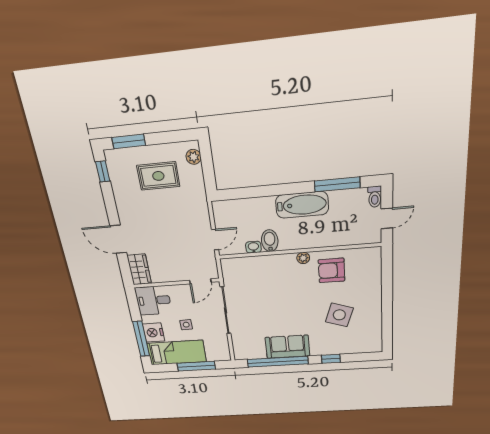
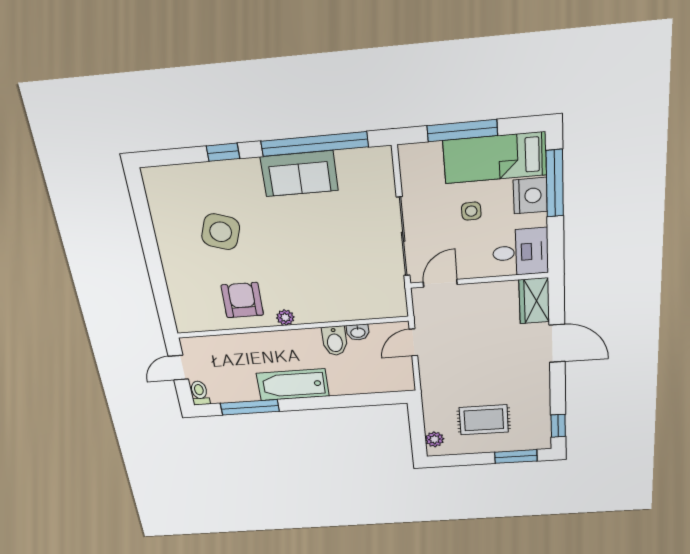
armchair: (332, 270) -> (242, 300), turned -90

